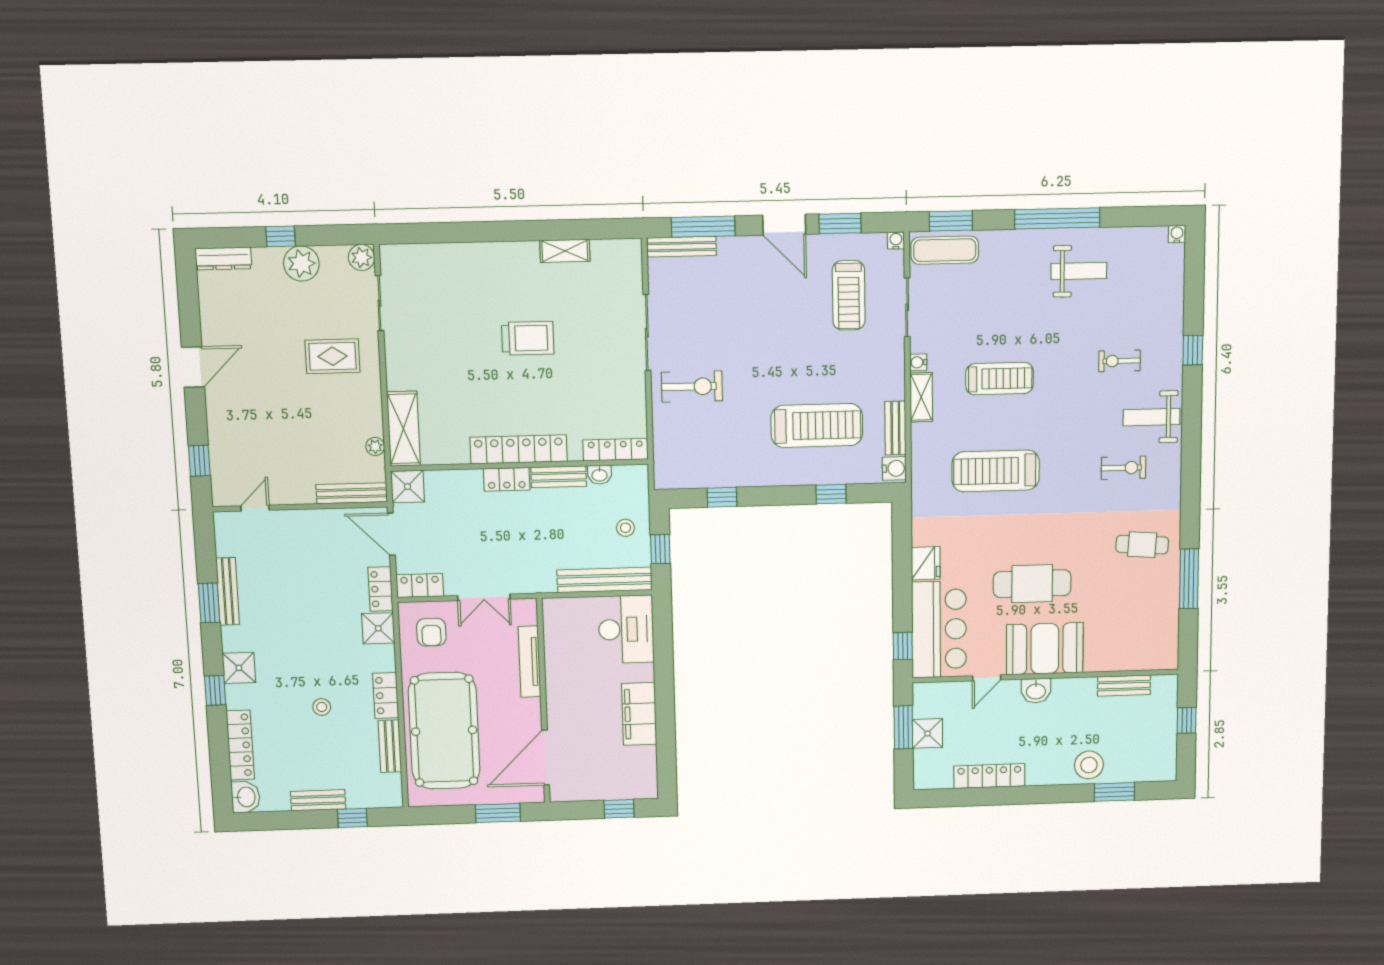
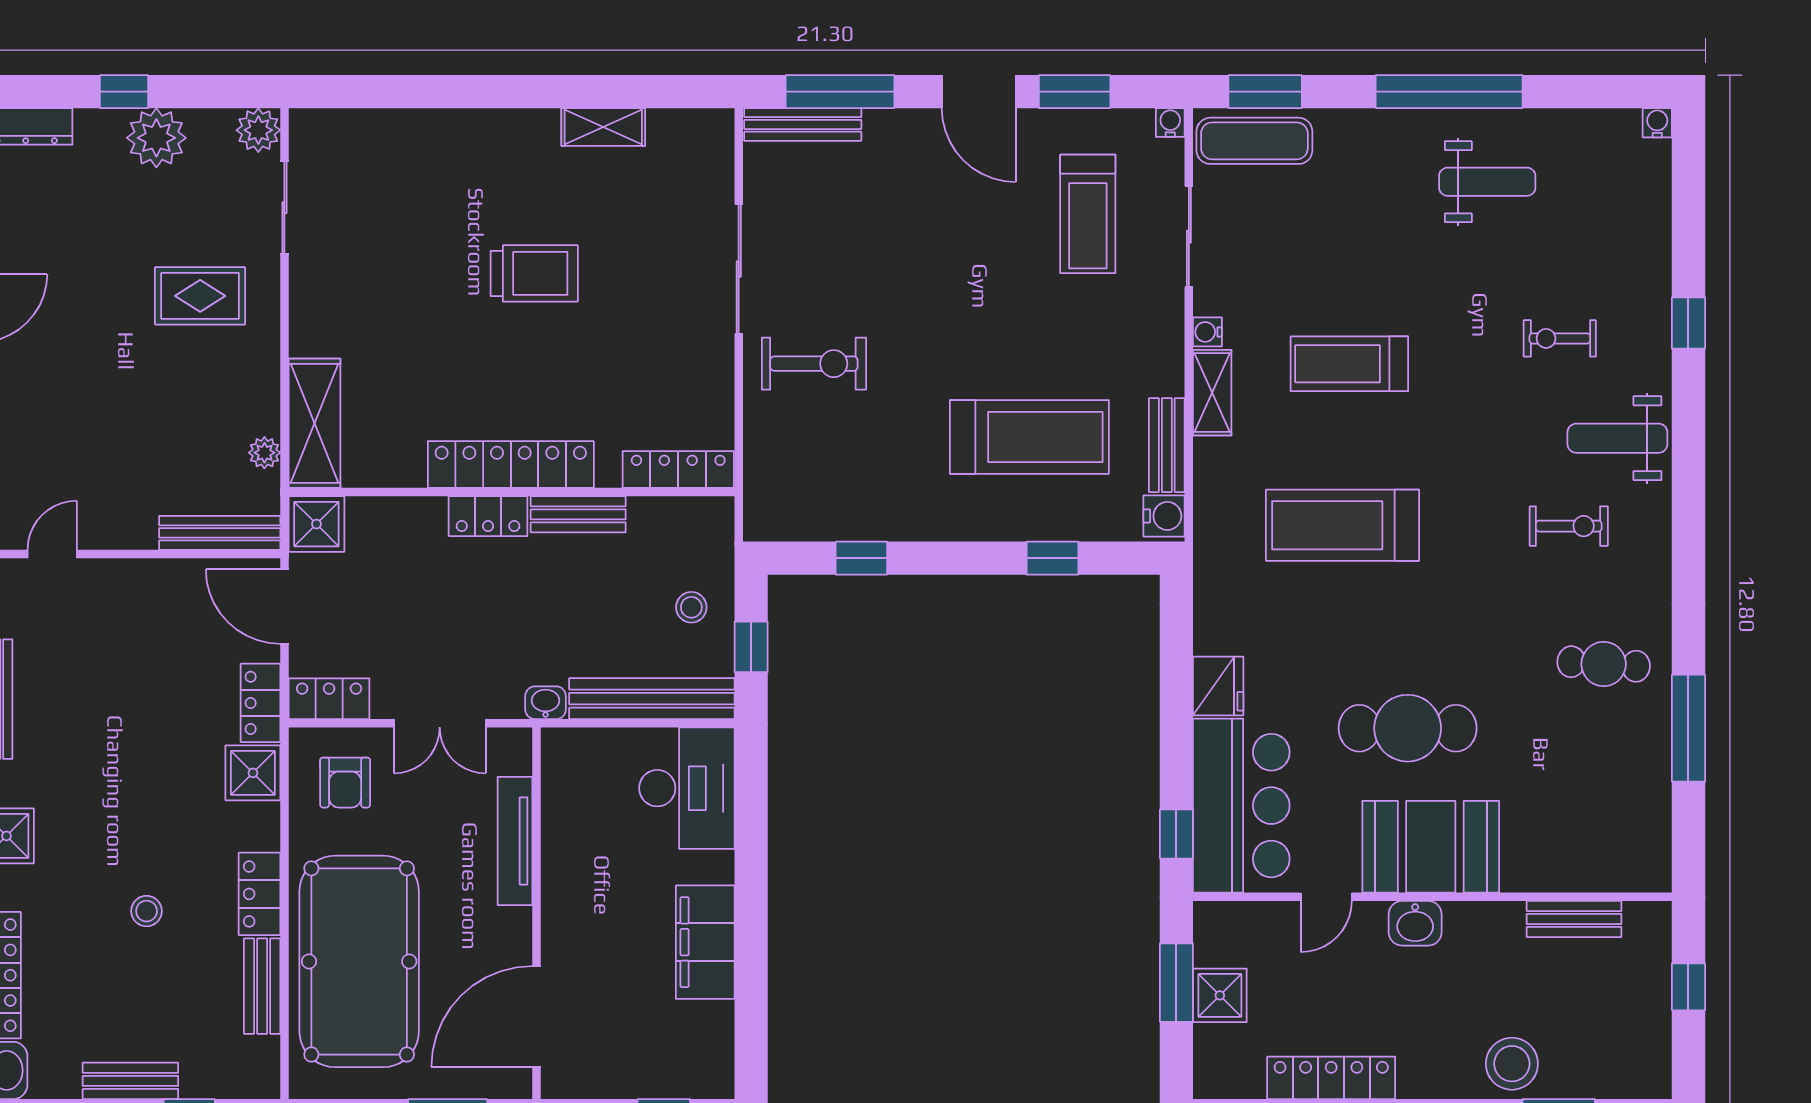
treadmill: (1000, 379) -> (1349, 364), turned 180
washbasin: (600, 475) -> (546, 703), moved, turned 180

